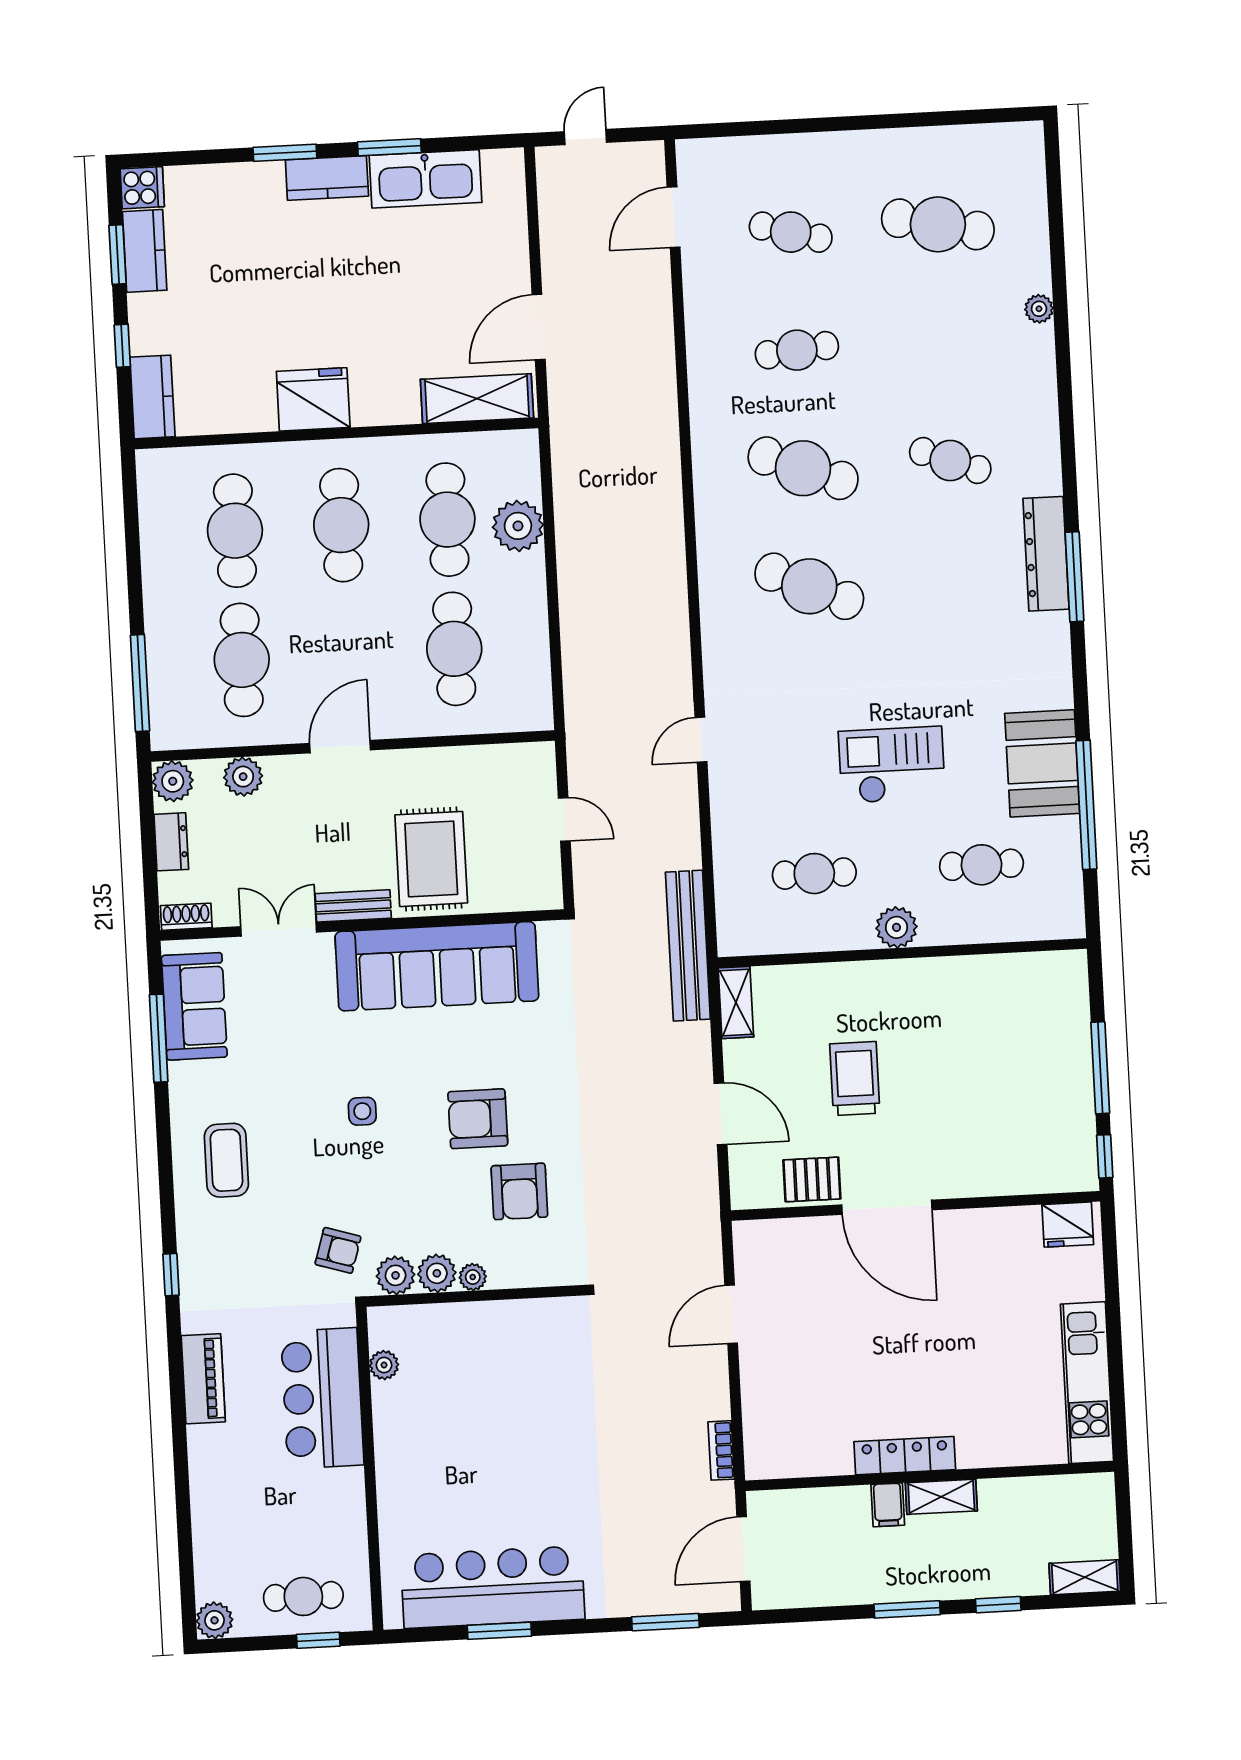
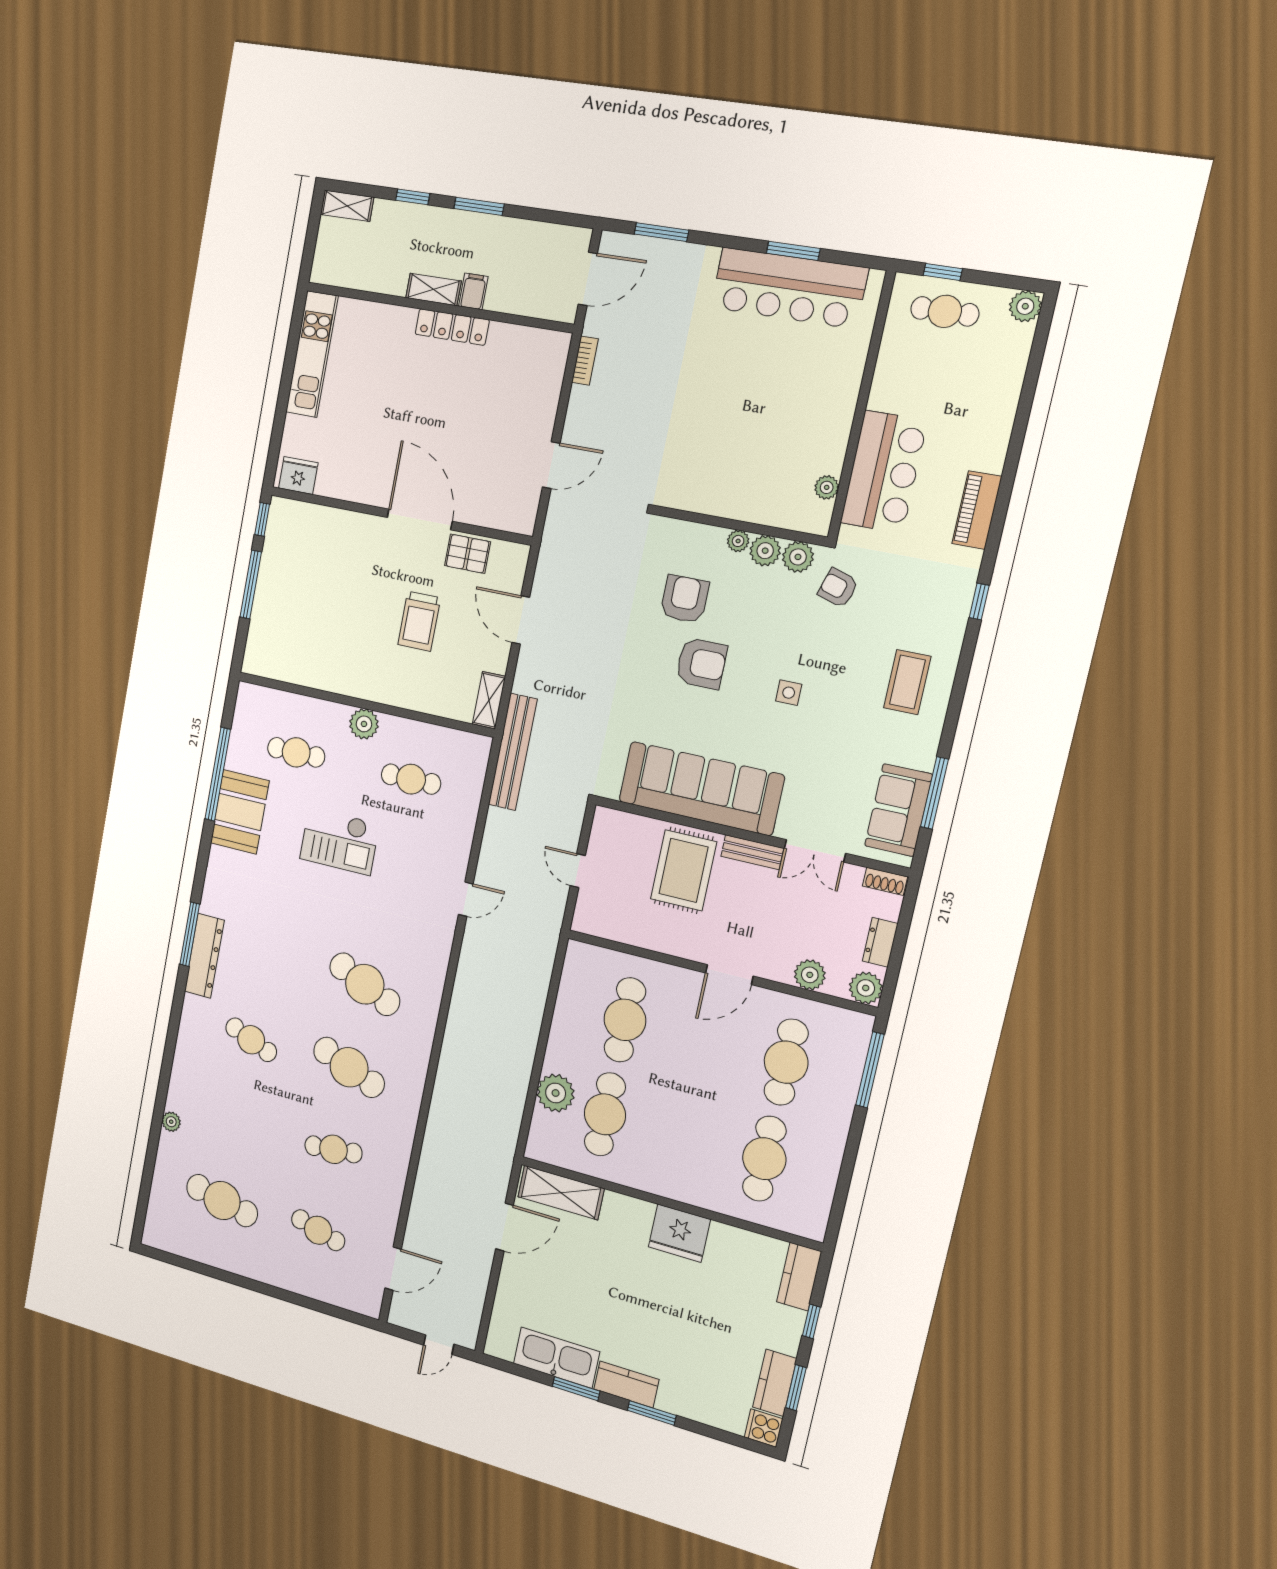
cafe table: (341, 525) -> (684, 1136), removed

